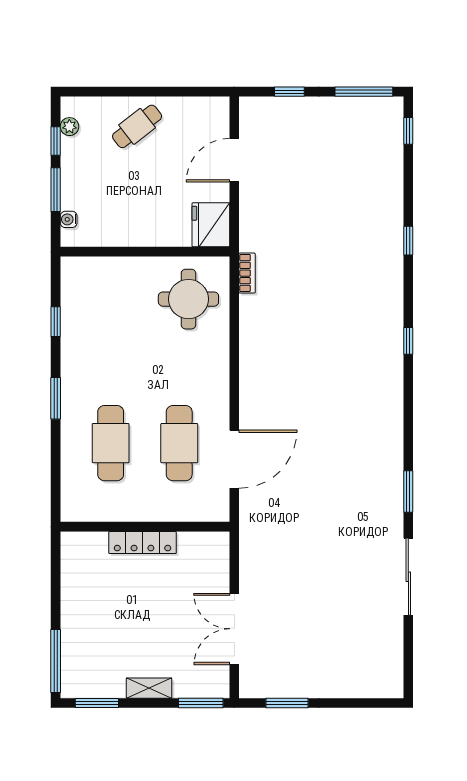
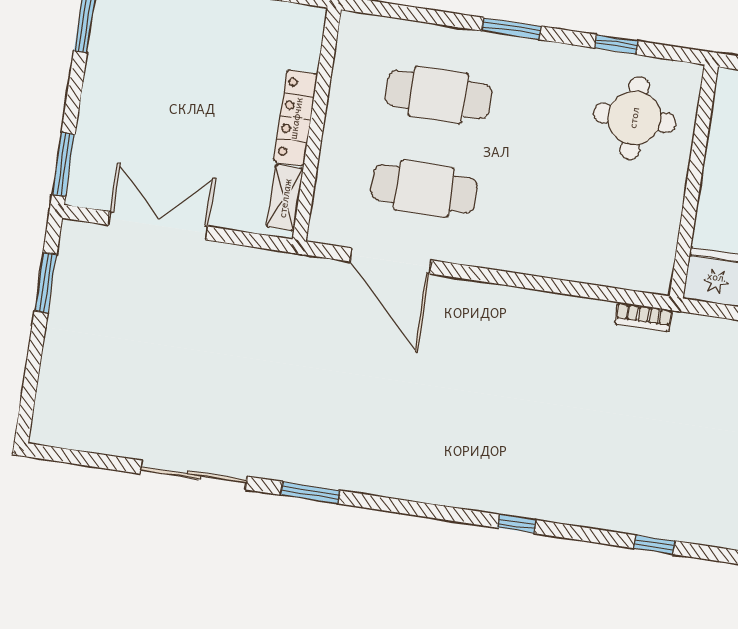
round table: (188, 299) -> (634, 118), moved
shelving: (149, 688) -> (285, 198), moved

